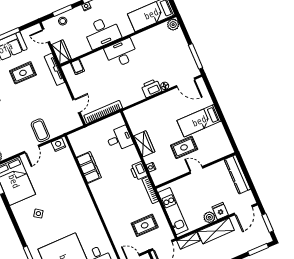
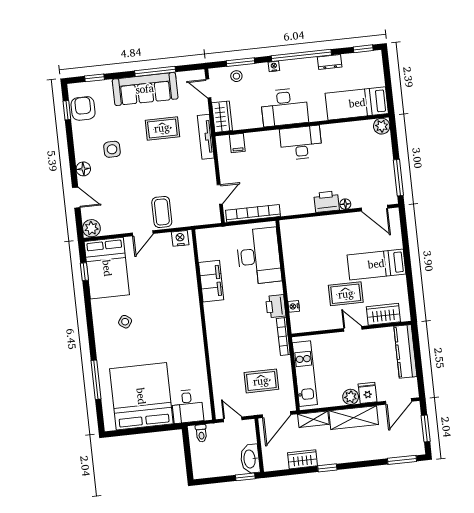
desk: (119, 139) -> (259, 256), width x1.87, depth x1.30
wardrobe: (144, 144) -> (383, 314), moved, turned -90

